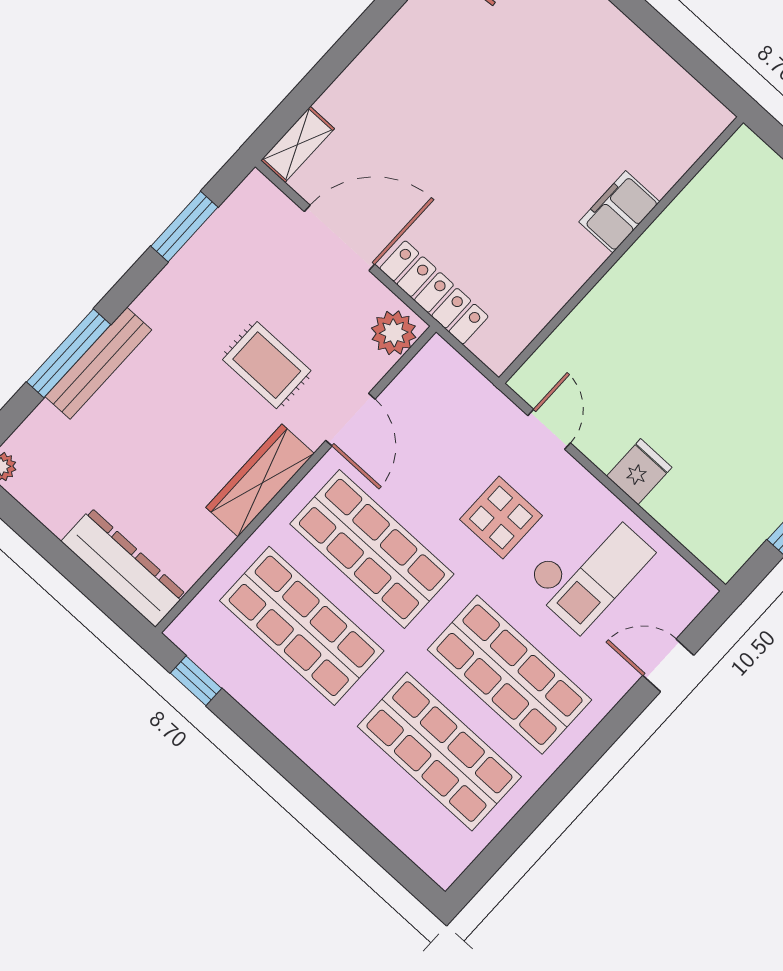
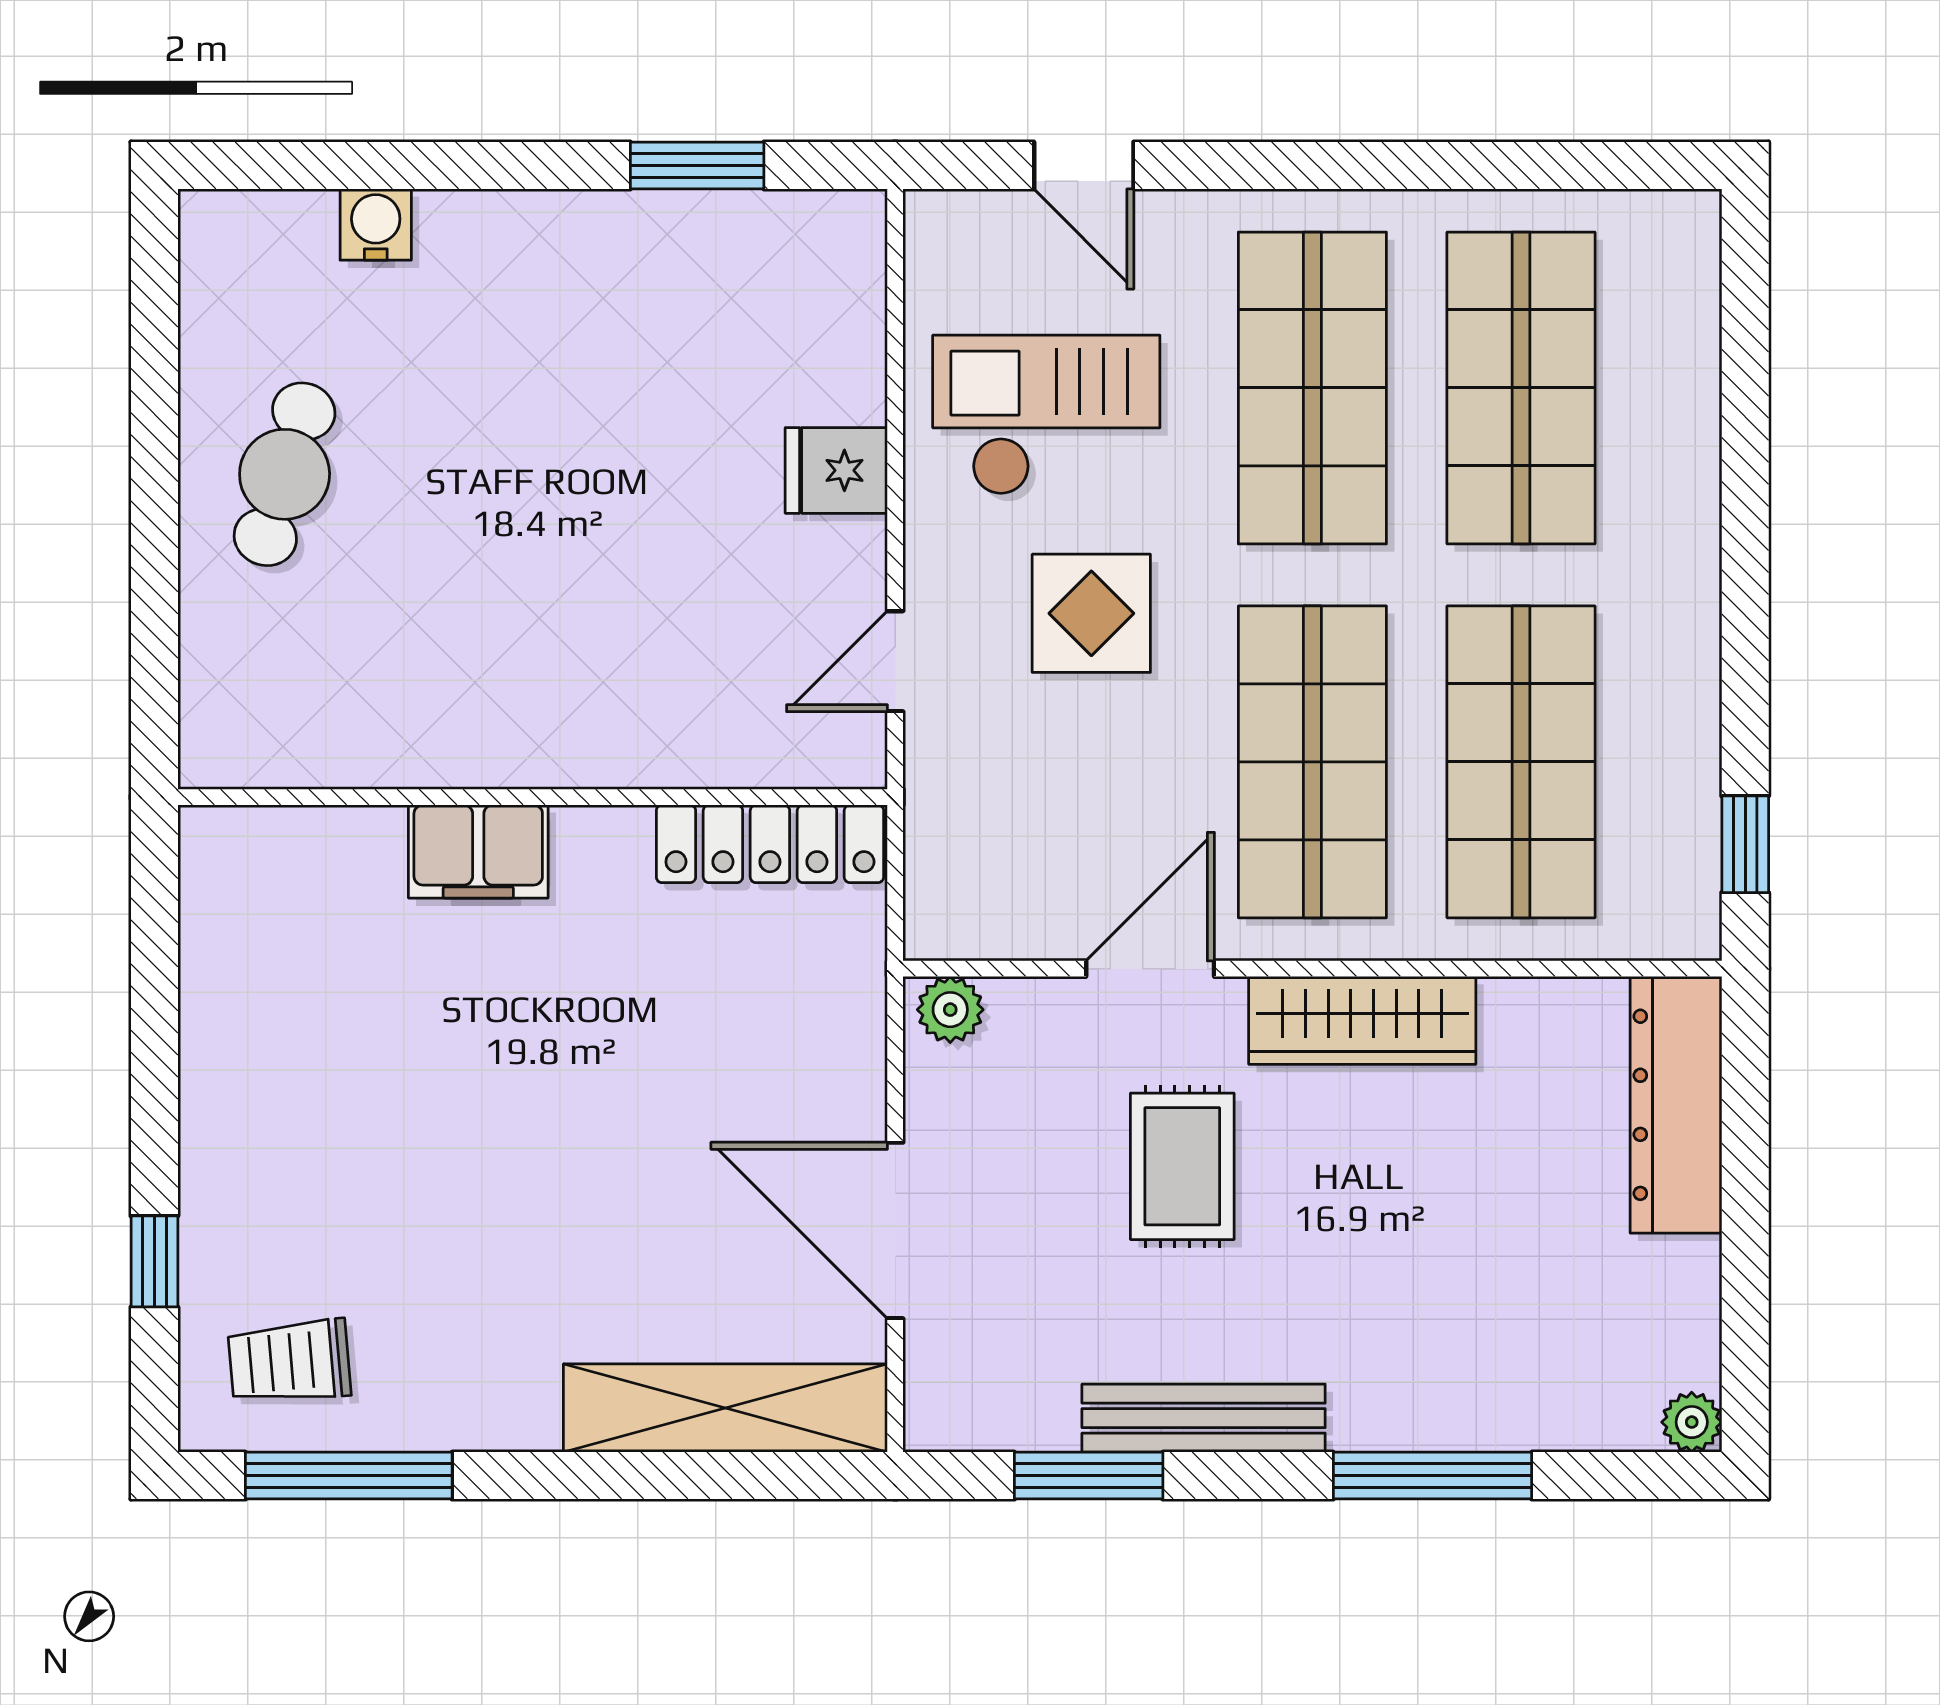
shelving: (298, 144) -> (725, 1408), width x2.20, depth x1.33
locker: (434, 292) -> (770, 844), moved, turned -90
plant: (394, 333) -> (950, 1010), width x0.73, depth x0.73
bench: (98, 363) -> (1204, 1418), moved

